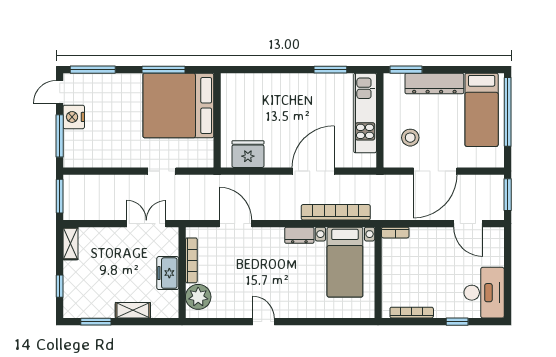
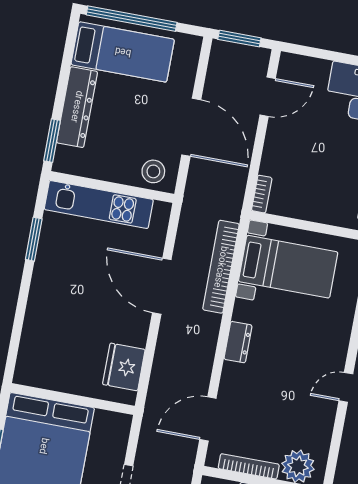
stool: (410, 138) -> (153, 171), moved
door: (235, 224) -> (208, 419), moved
dresser: (299, 235) -> (238, 342), moved

